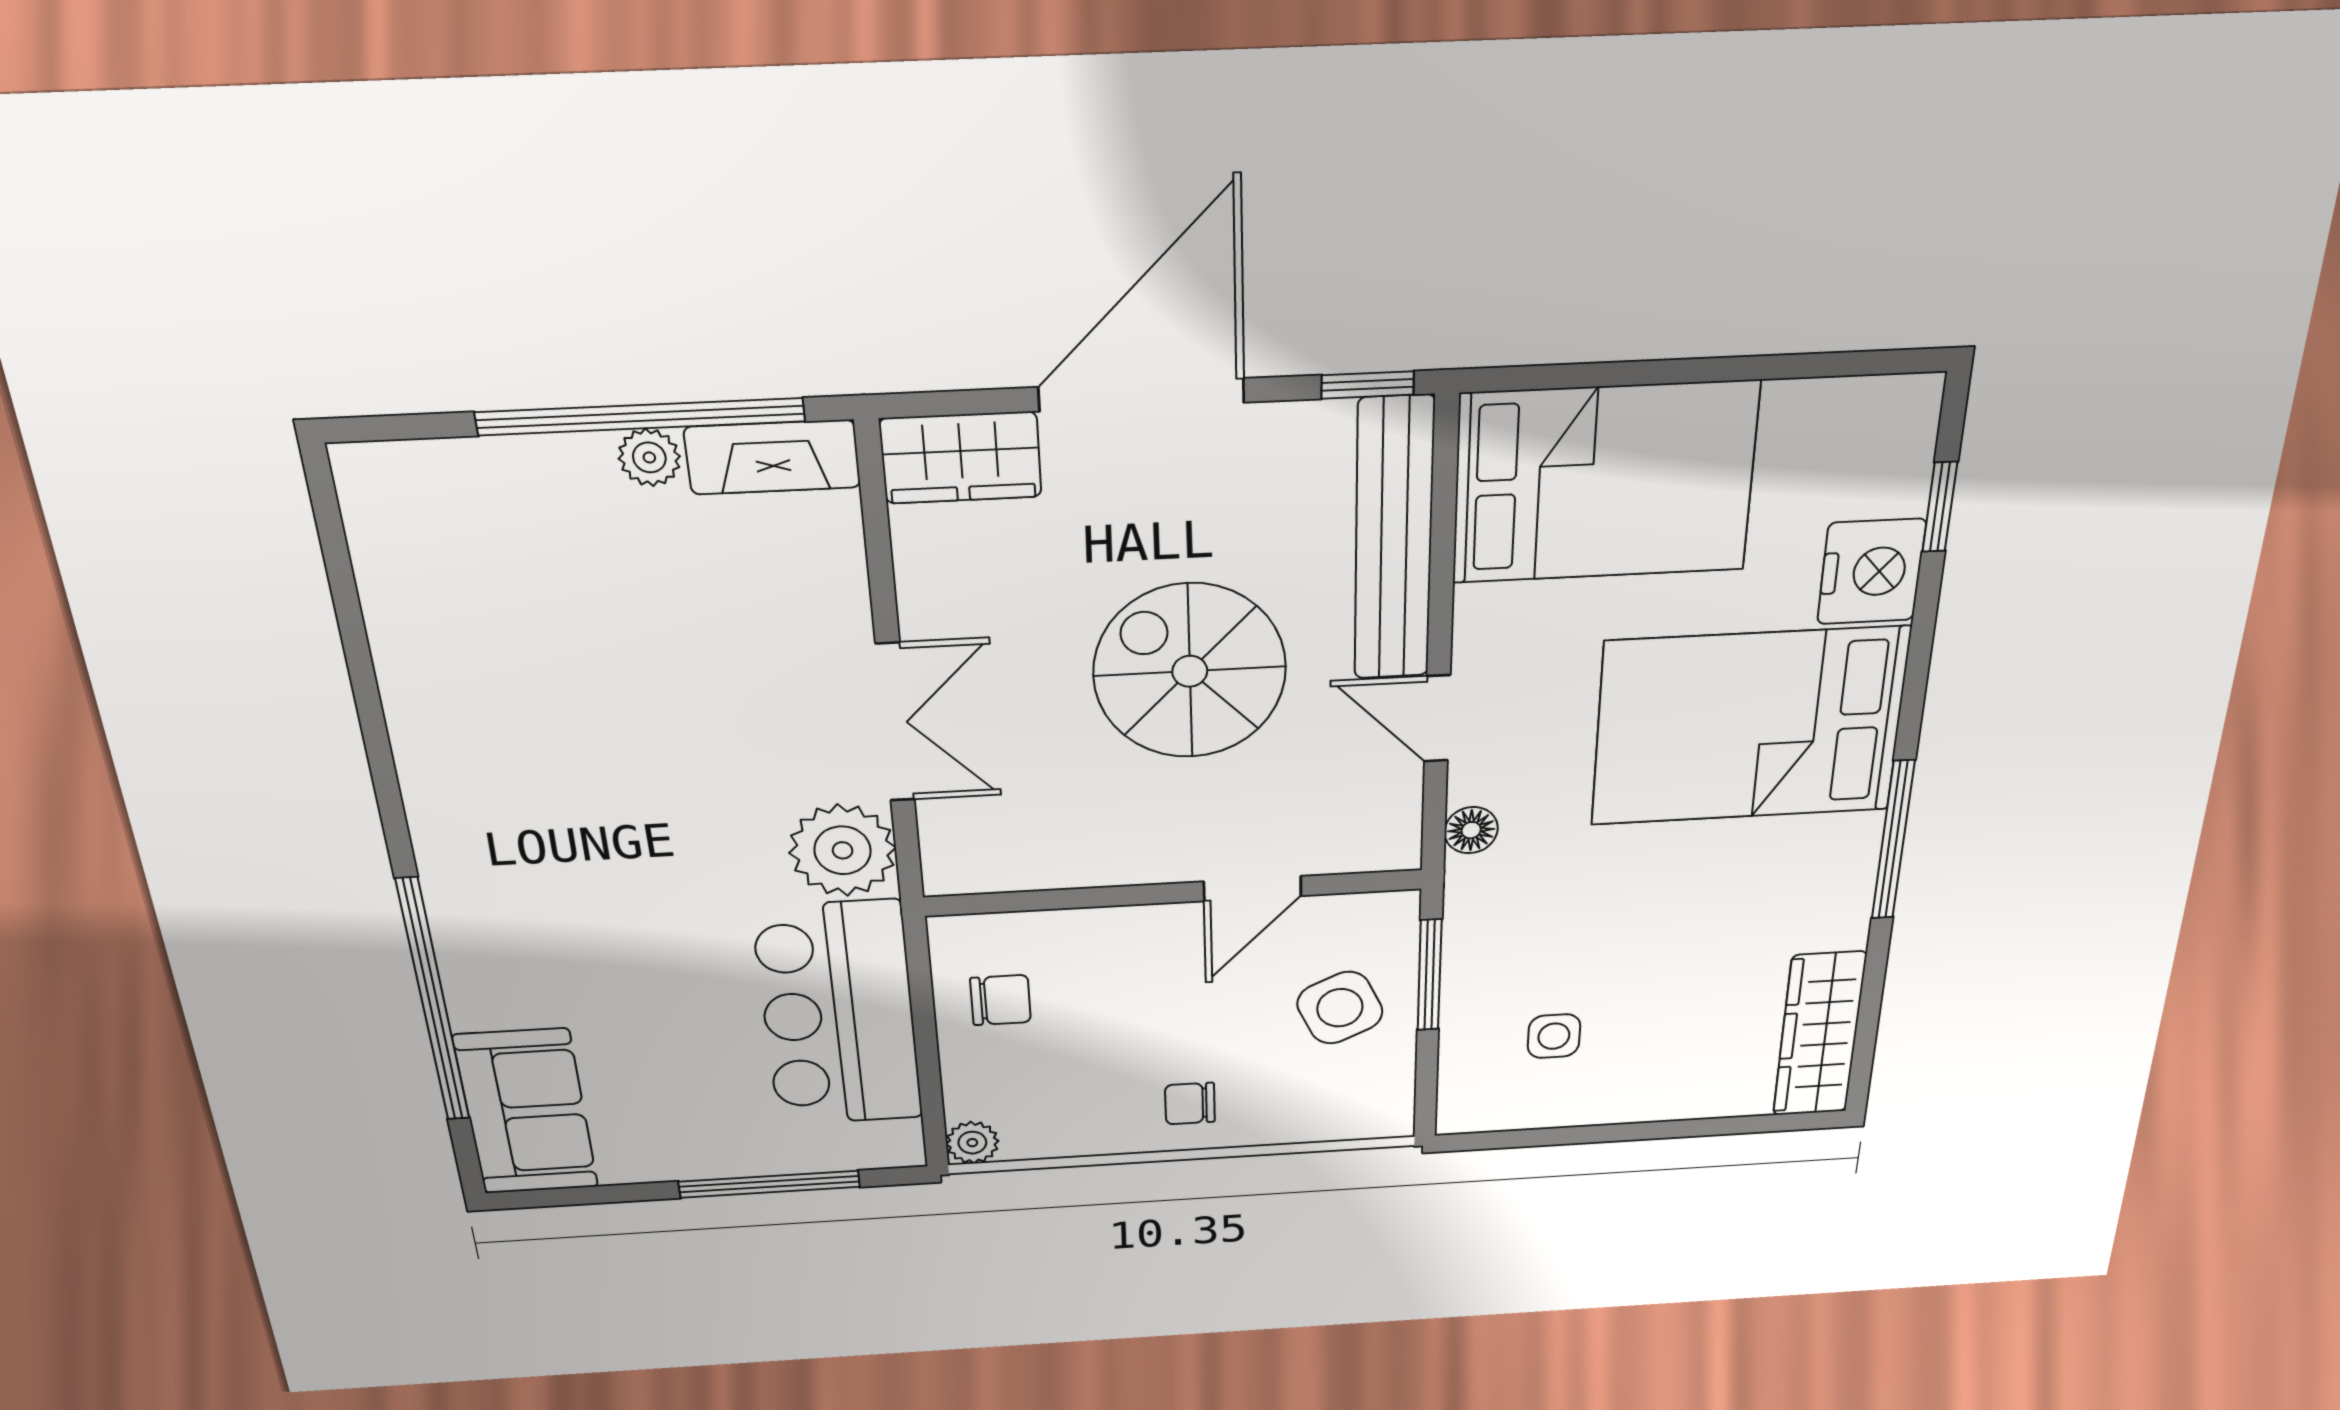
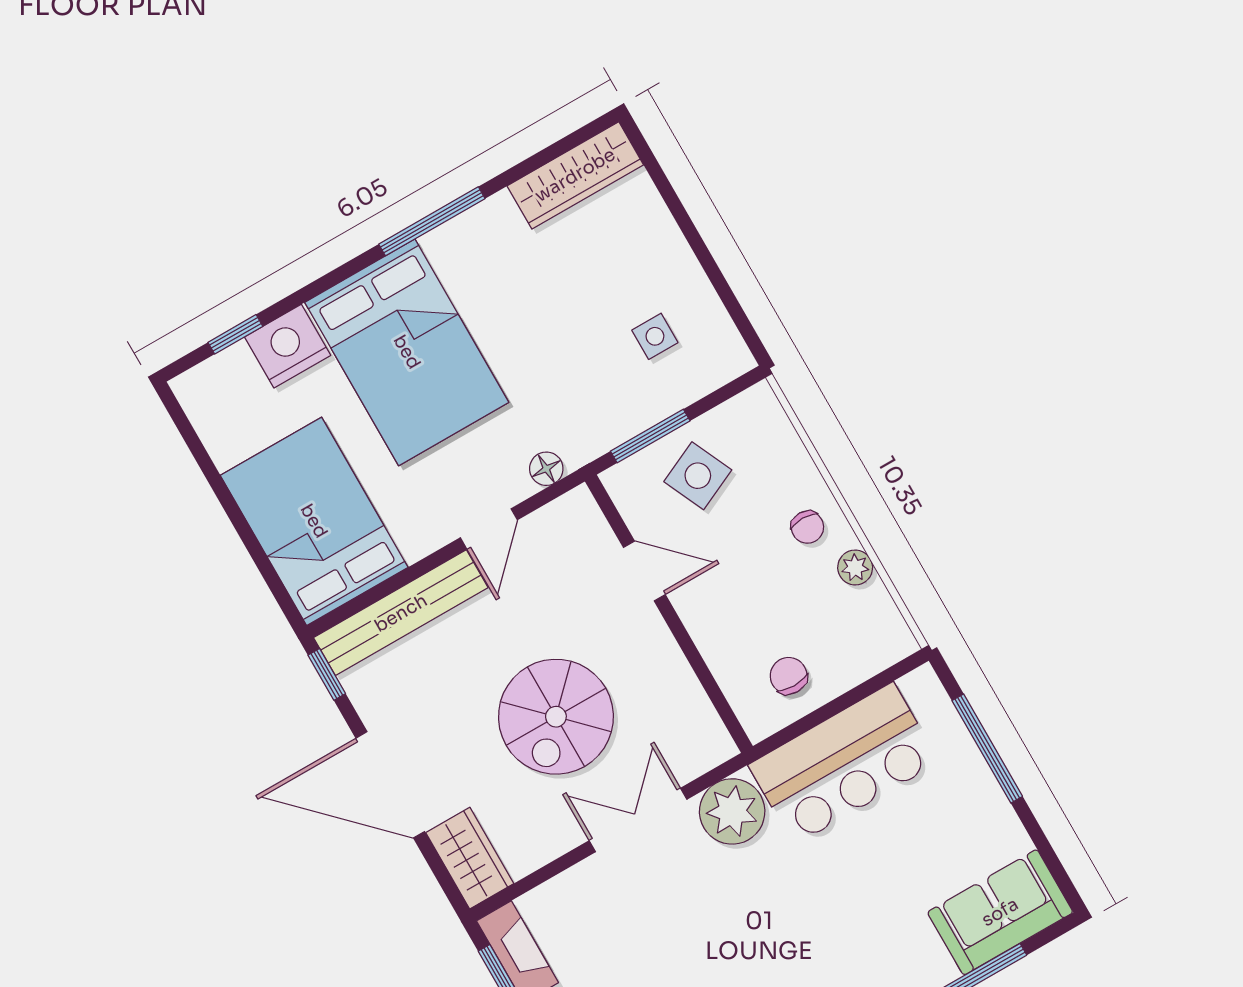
spiral stairs: (1190, 671) -> (556, 717), moved
plant: (972, 1143) -> (855, 568), moved

